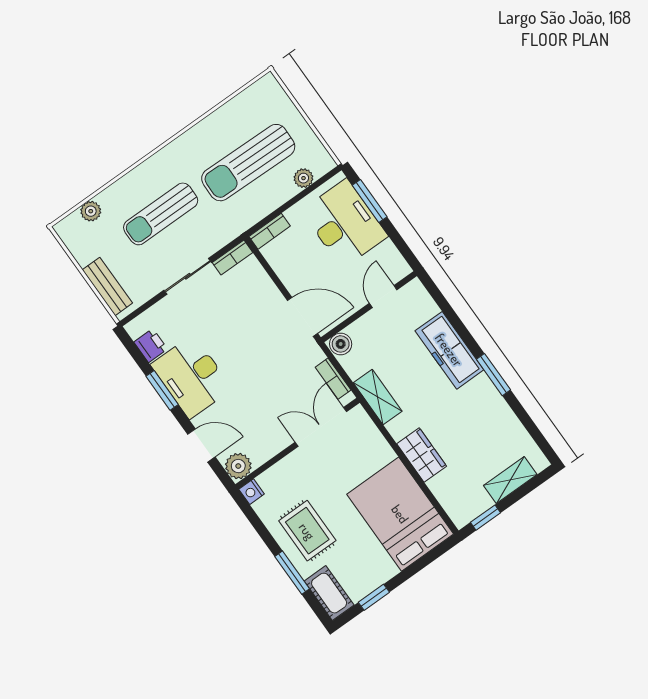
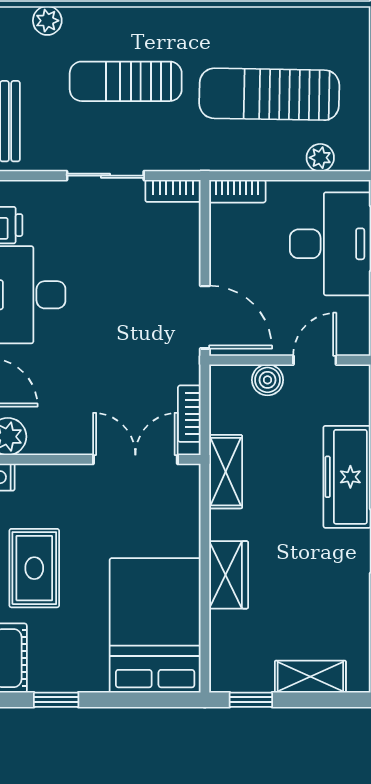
boiler: (341, 344) -> (267, 380), moved

